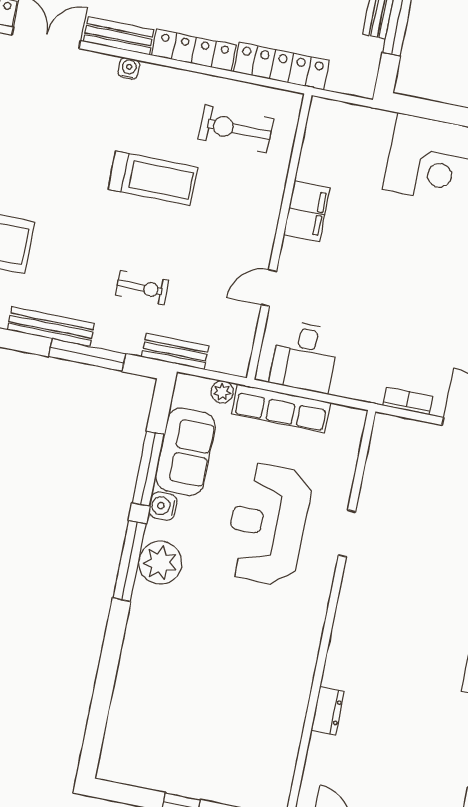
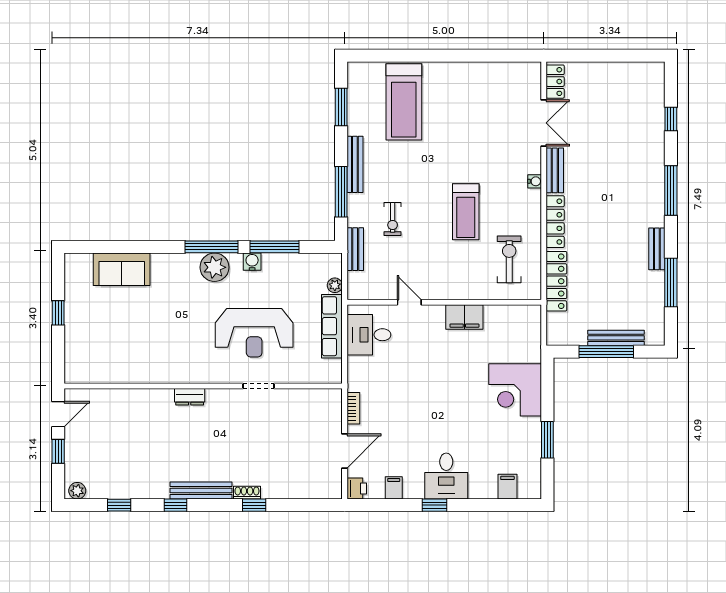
sofa: (186, 452) -> (122, 269), moved
reception desk: (268, 524) -> (254, 333), turned 180
dresser: (328, 711) -> (190, 397), moved

